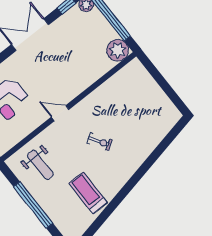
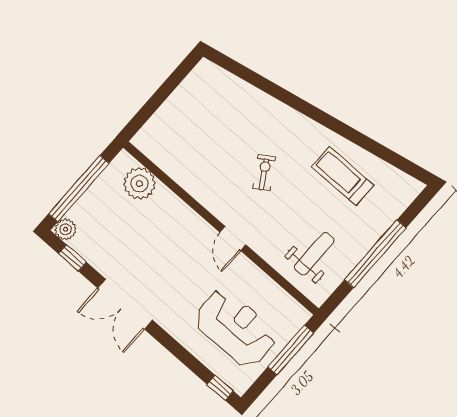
plant: (118, 50) -> (139, 184), moved
treadmill: (88, 193) -> (343, 176), turned 90

